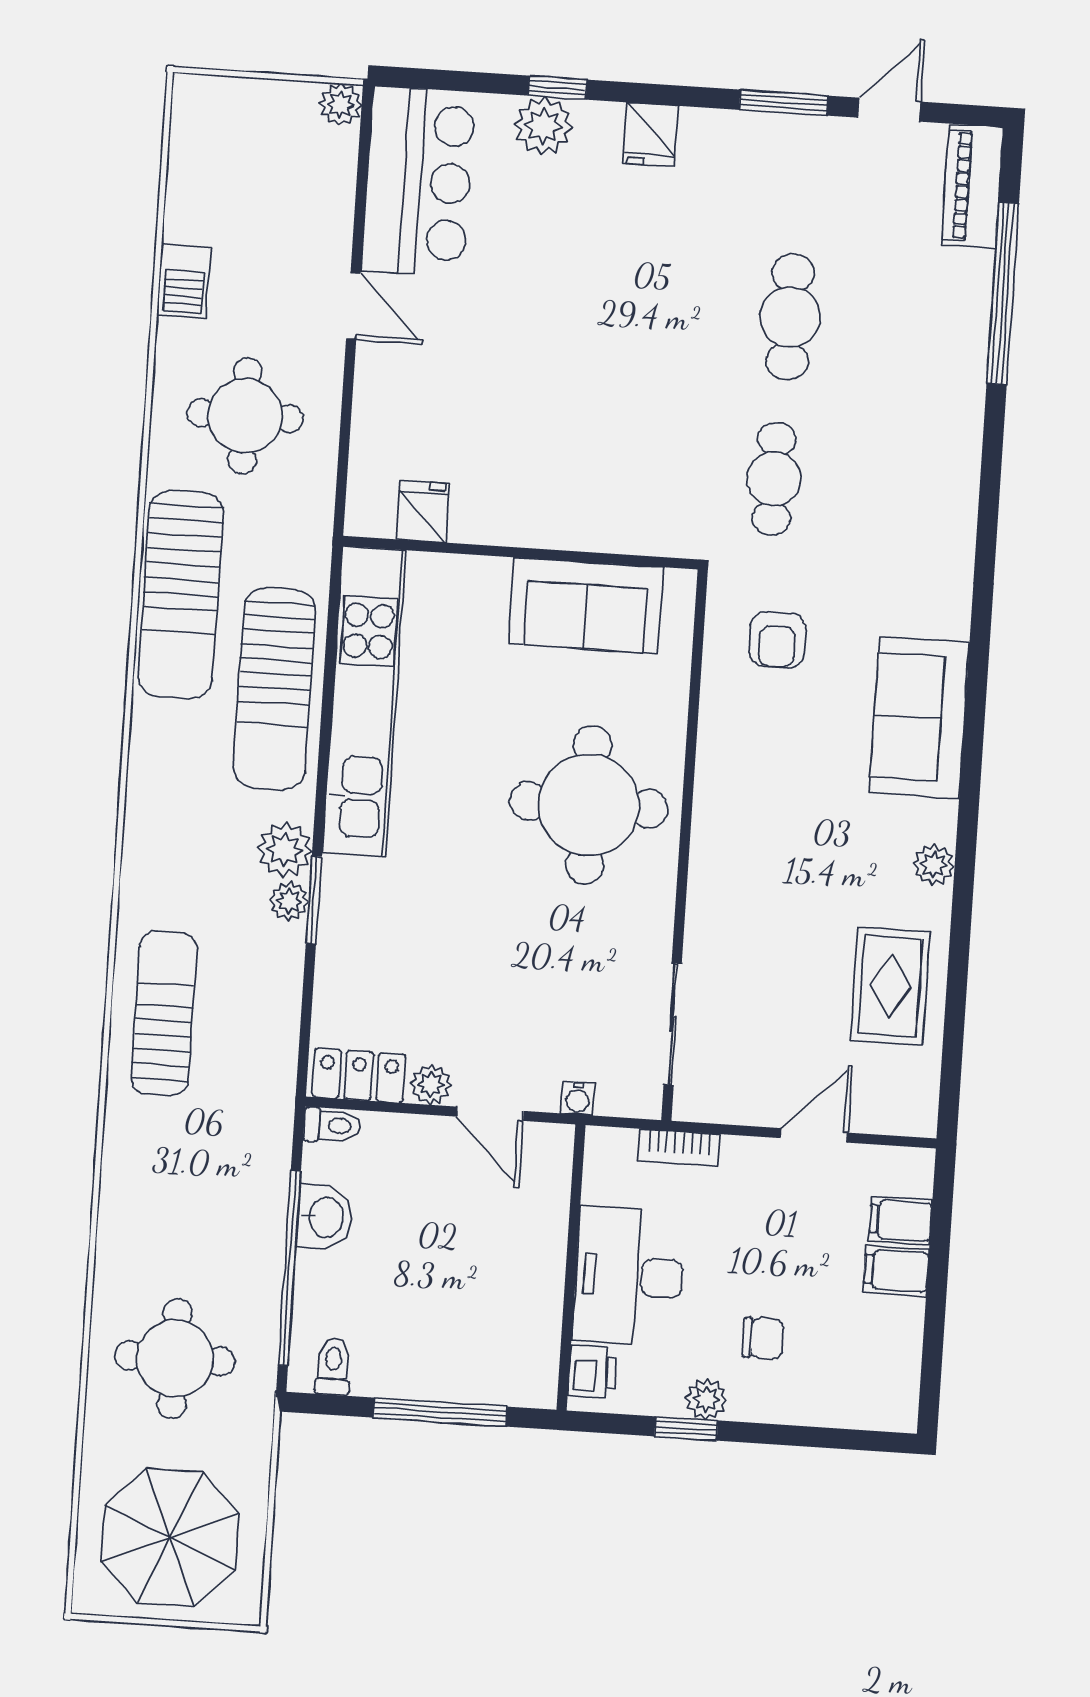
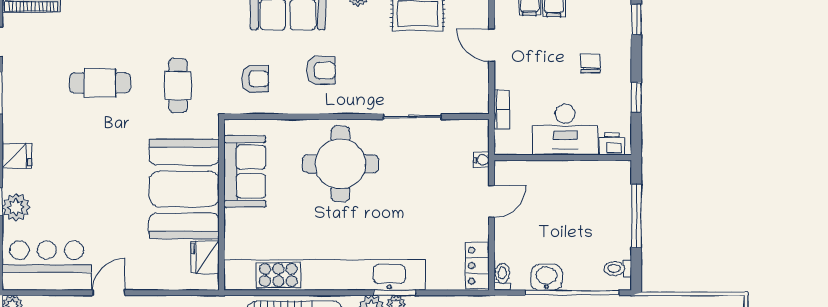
booth: (558, 477) -> (184, 189), added
cafe table: (774, 479) -> (178, 85), turned 90
fridge: (423, 512) -> (205, 257), width x1.38
kitchen unit: (364, 701) -> (325, 275), width x1.36
armchair: (785, 777) -> (321, 70), added
sliding door: (673, 1024) -> (412, 117), moved
plant: (431, 1084) -> (479, 231), removed
plant: (706, 1399) -> (622, 89), removed
window: (848, 1439) -> (636, 19), added

